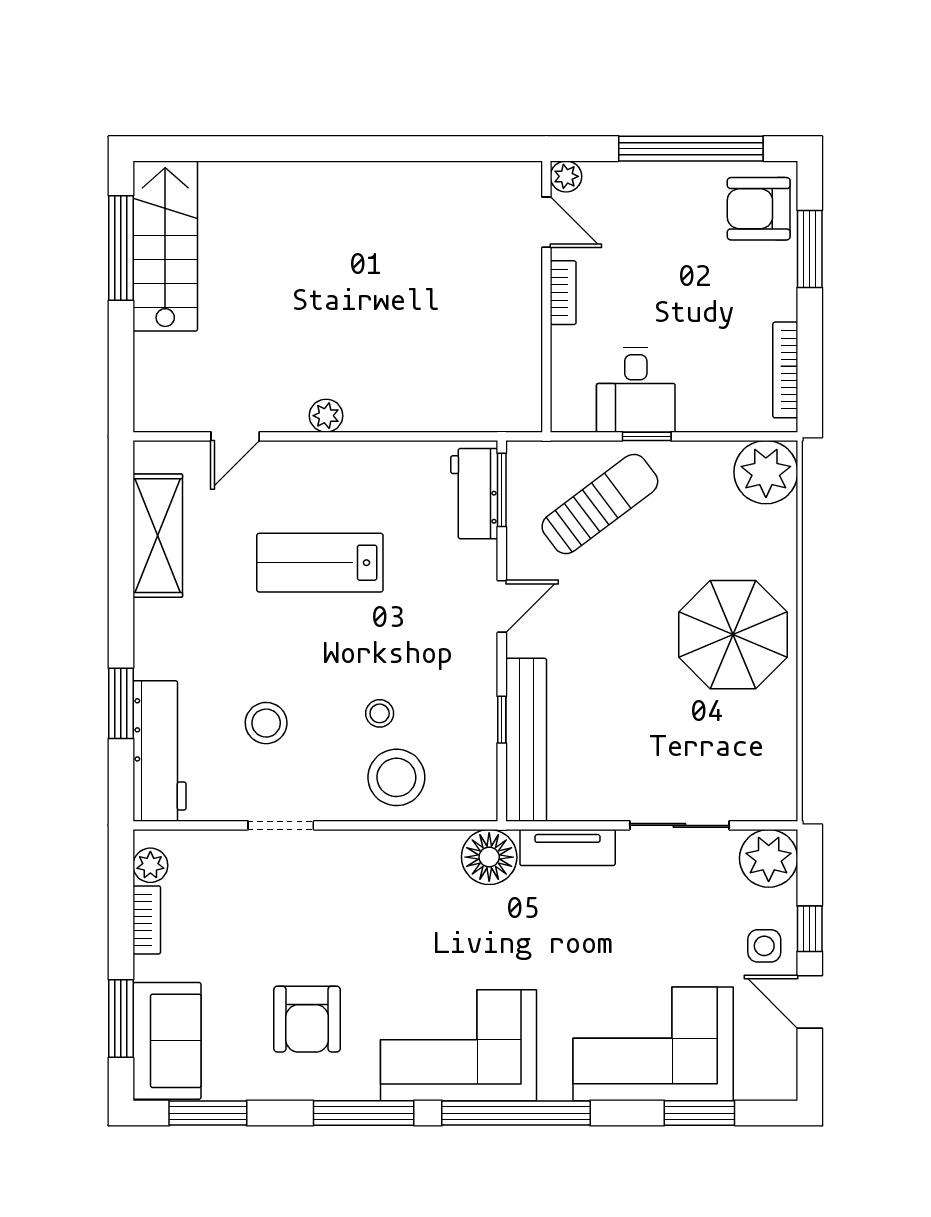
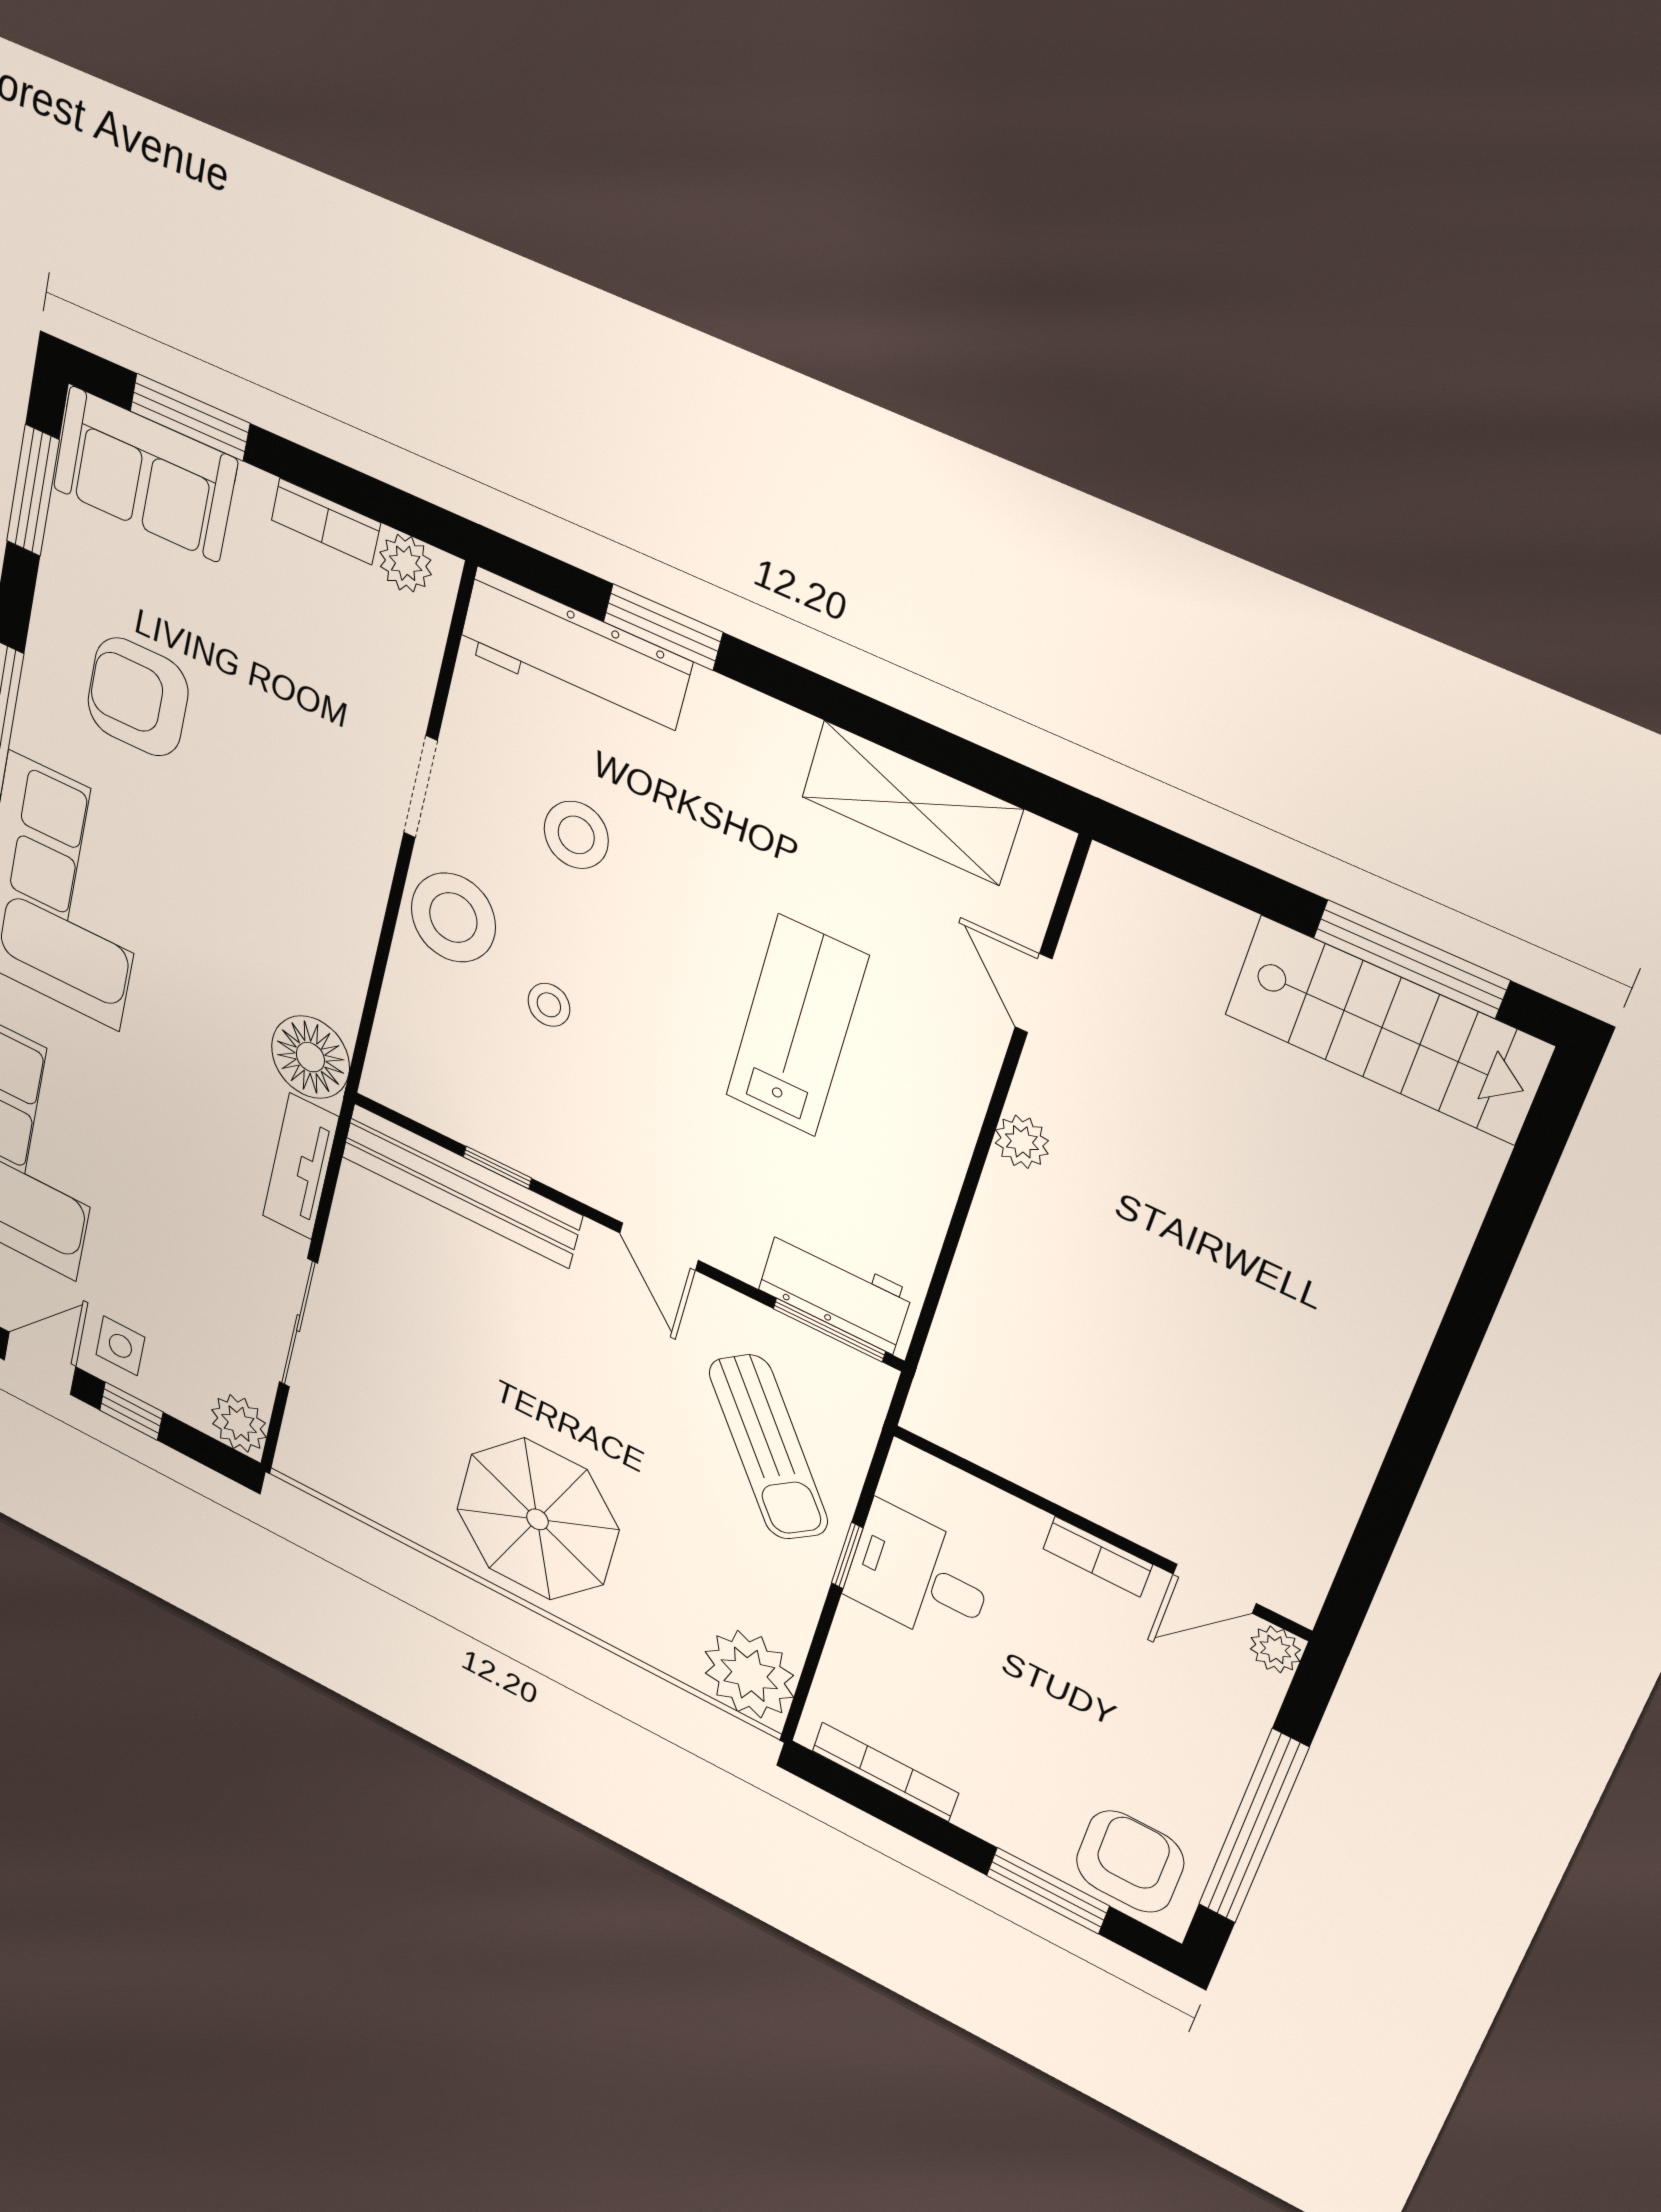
stool: (396, 777) -> (453, 918), moved
plant: (769, 858) -> (239, 1423), width x0.73, depth x0.73

